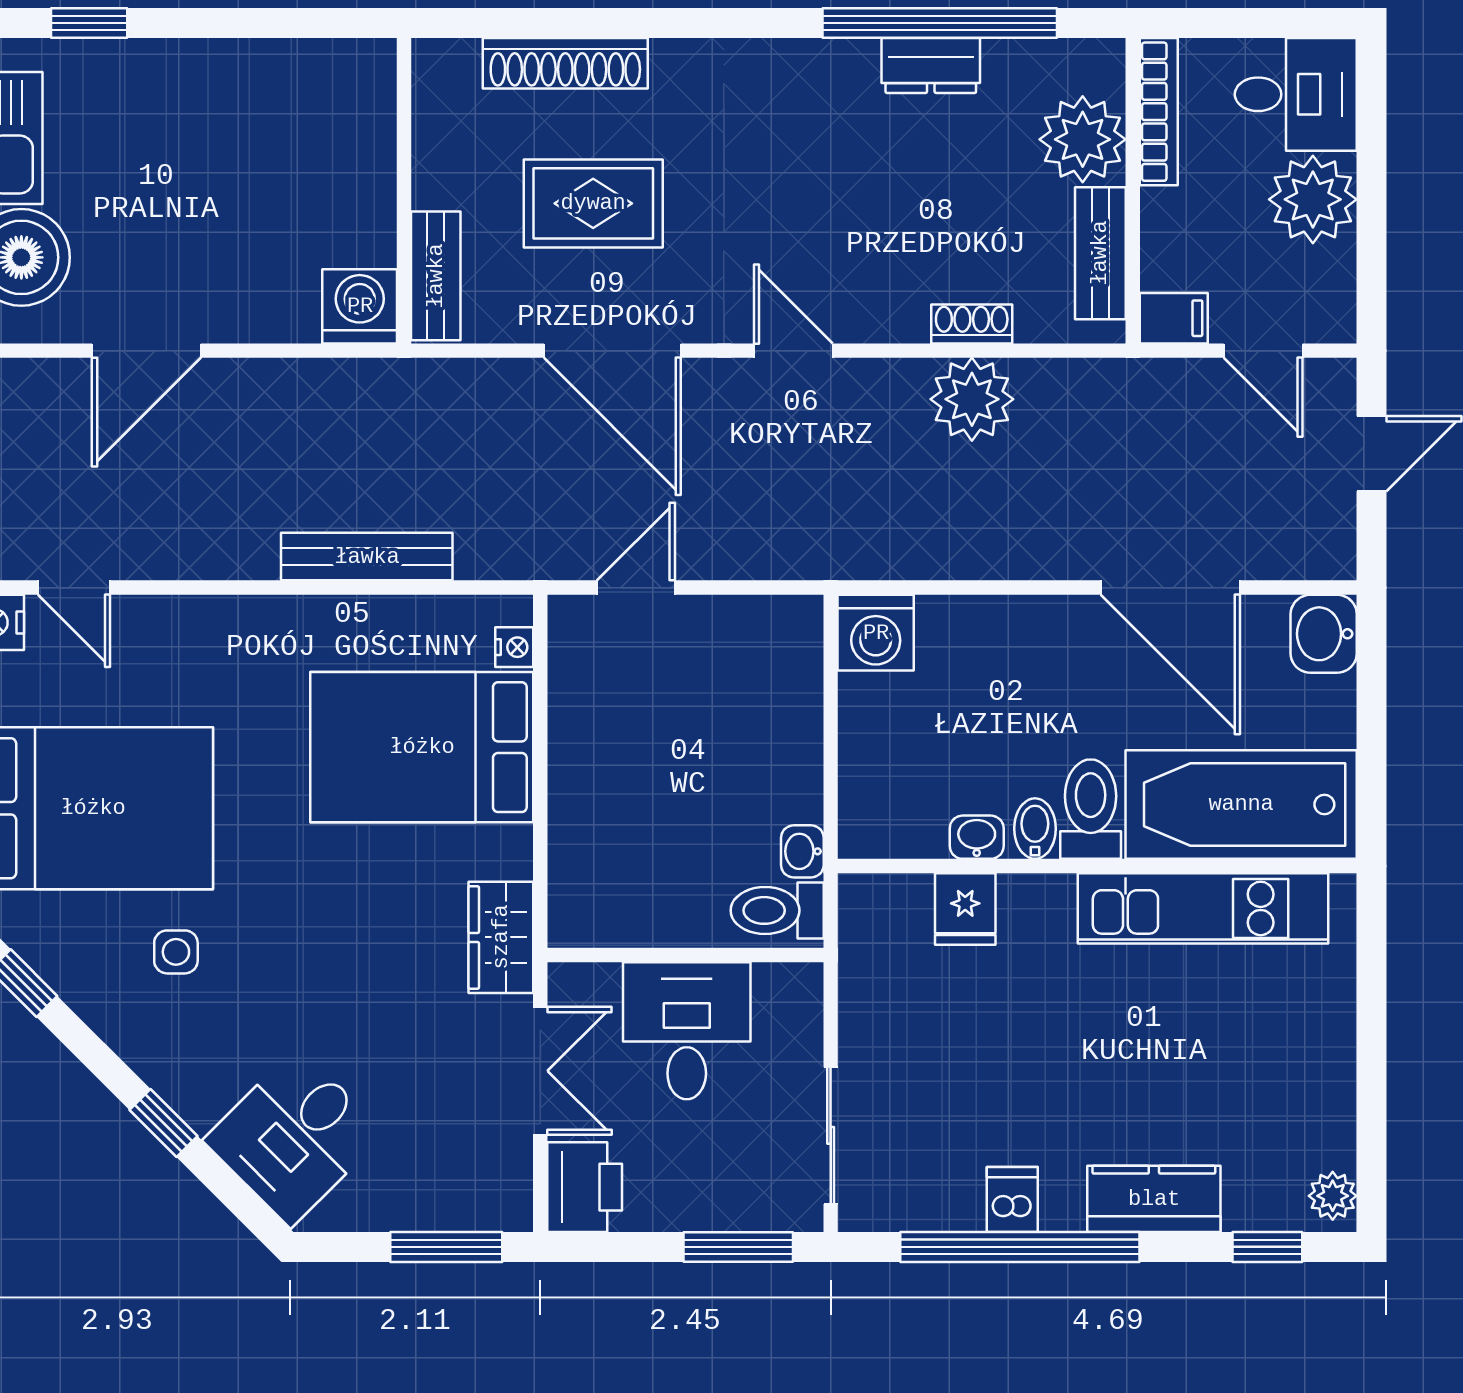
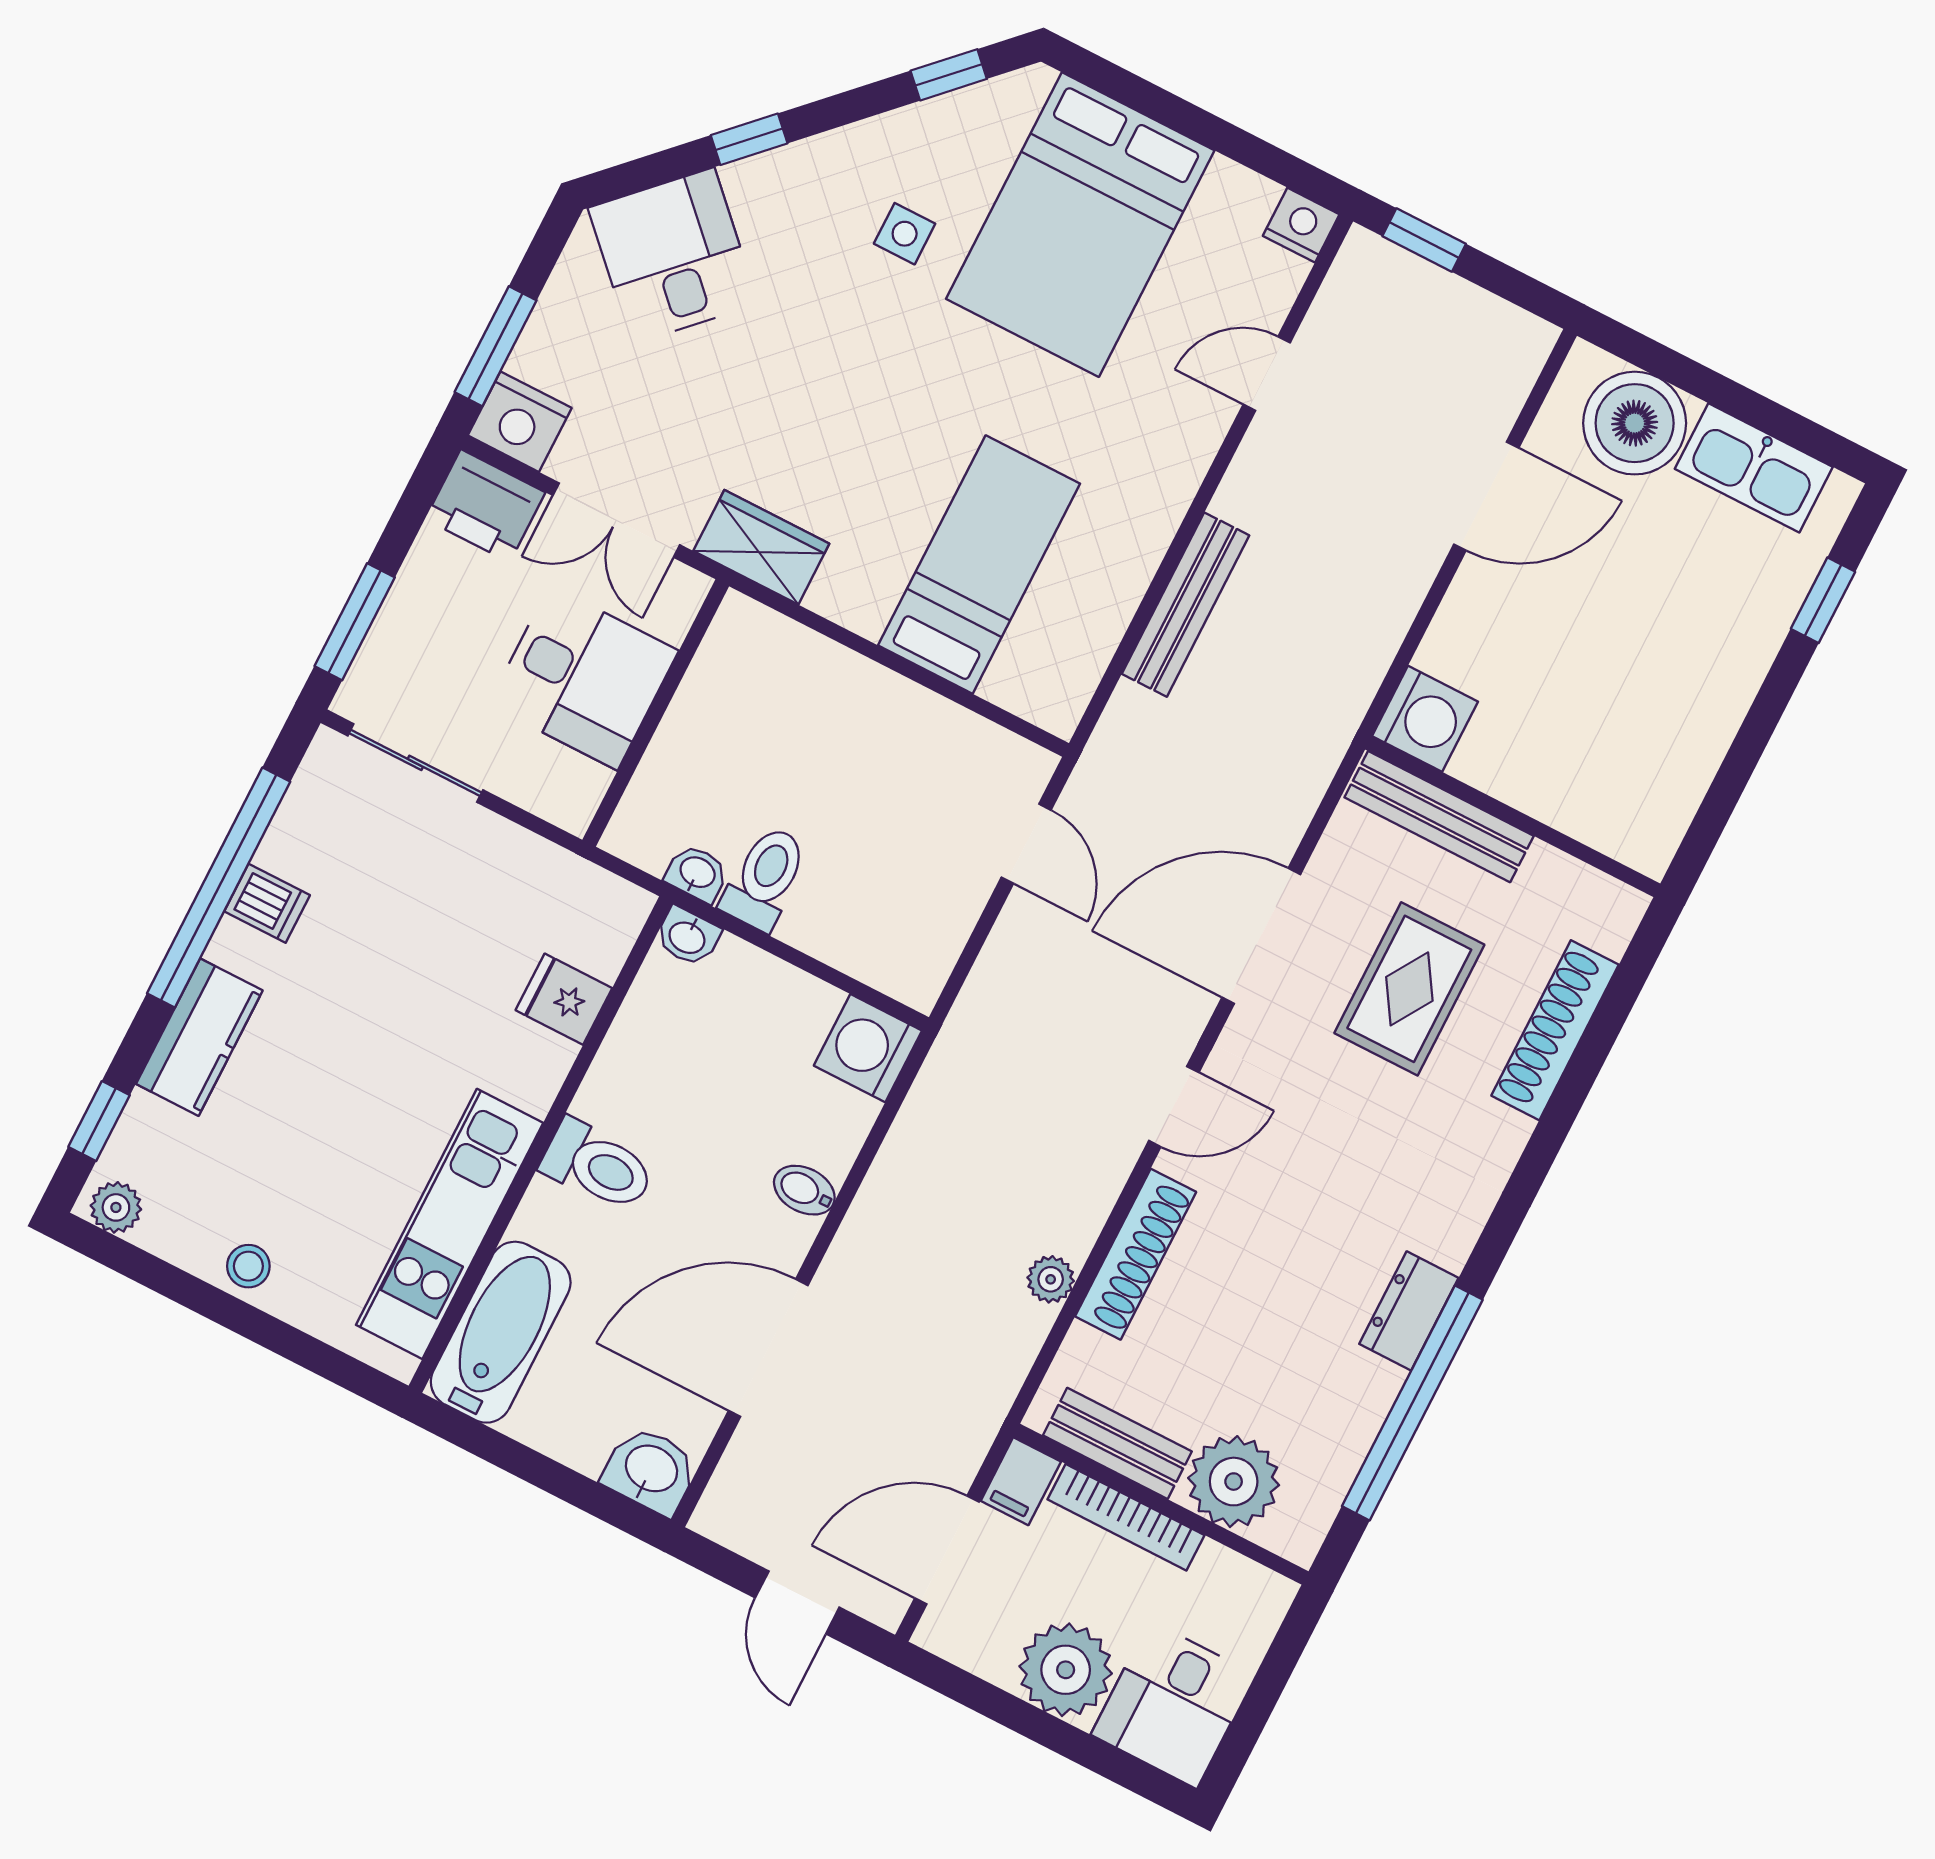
dresser: (931, 65) -> (1409, 1311), moved
bookcase: (1159, 112) -> (1126, 1517), moved
bench: (436, 276) -> (1439, 817), width x1.36
shoe rack: (972, 324) -> (1136, 1254), width x1.94, depth x1.24
door: (146, 351) -> (1486, 496), swing flipped
door: (1263, 351) -> (947, 1550), width x1.38
plant: (972, 399) -> (1051, 1279), width x0.53, depth x0.53
door: (74, 588) -> (1267, 374), moved
nightstand: (514, 647) -> (520, 422), moved, width x1.89, depth x1.79
bed: (422, 747) -> (979, 565), width x0.67
bathtub: (1241, 804) -> (501, 1332), width x0.73, depth x0.73
bidet: (1035, 829) -> (804, 1190), moved, turned 180
washbasin: (977, 837) -> (688, 937), moved, turned 90
toilet: (777, 910) -> (765, 878), moved
stool: (1325, 1059) -> (248, 1266), added

